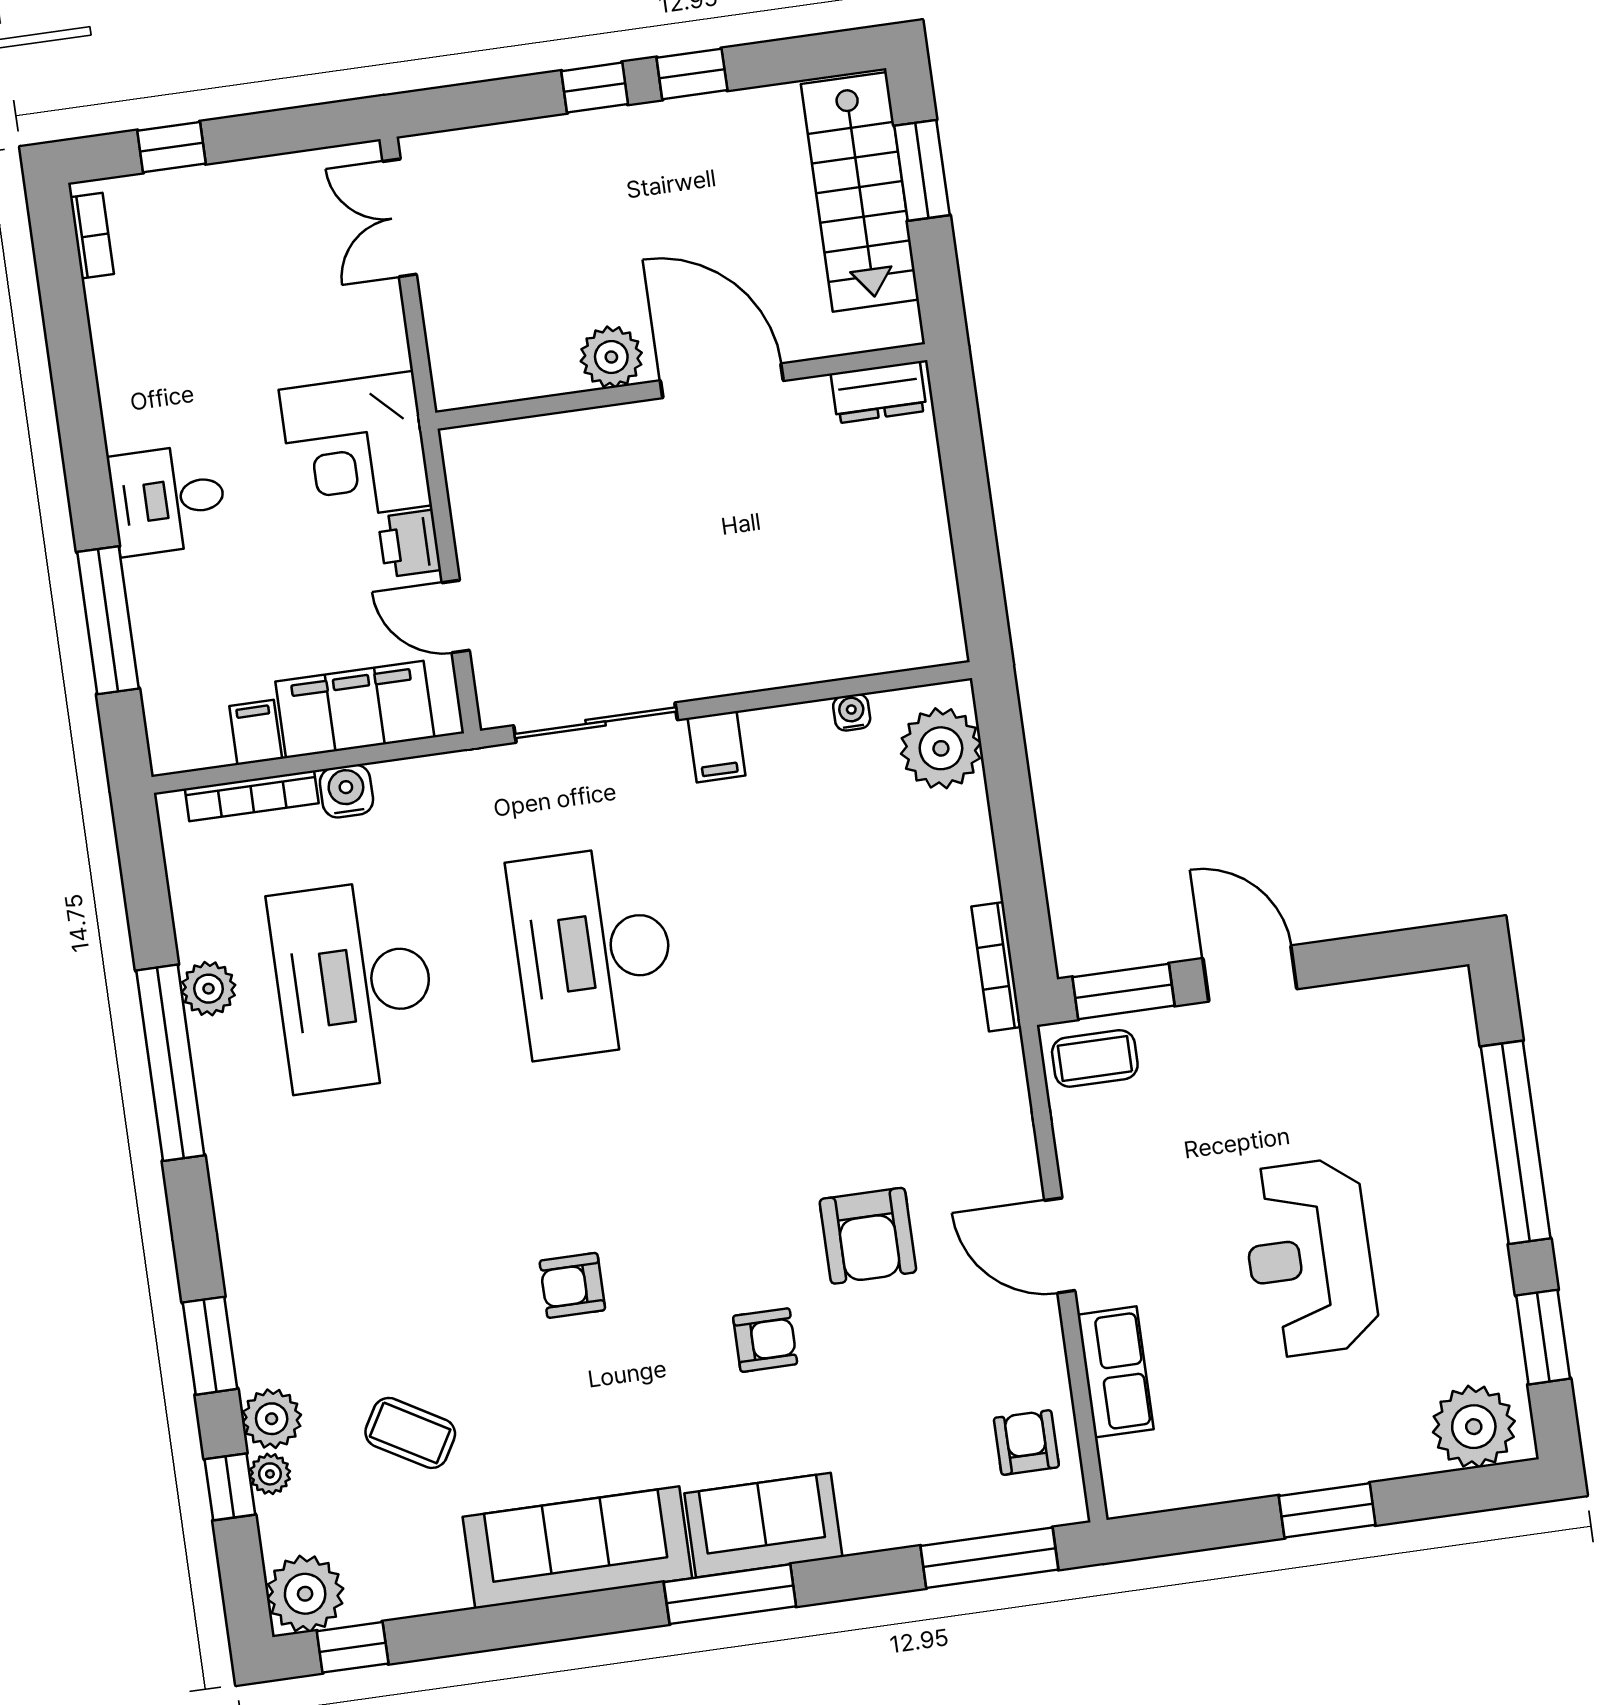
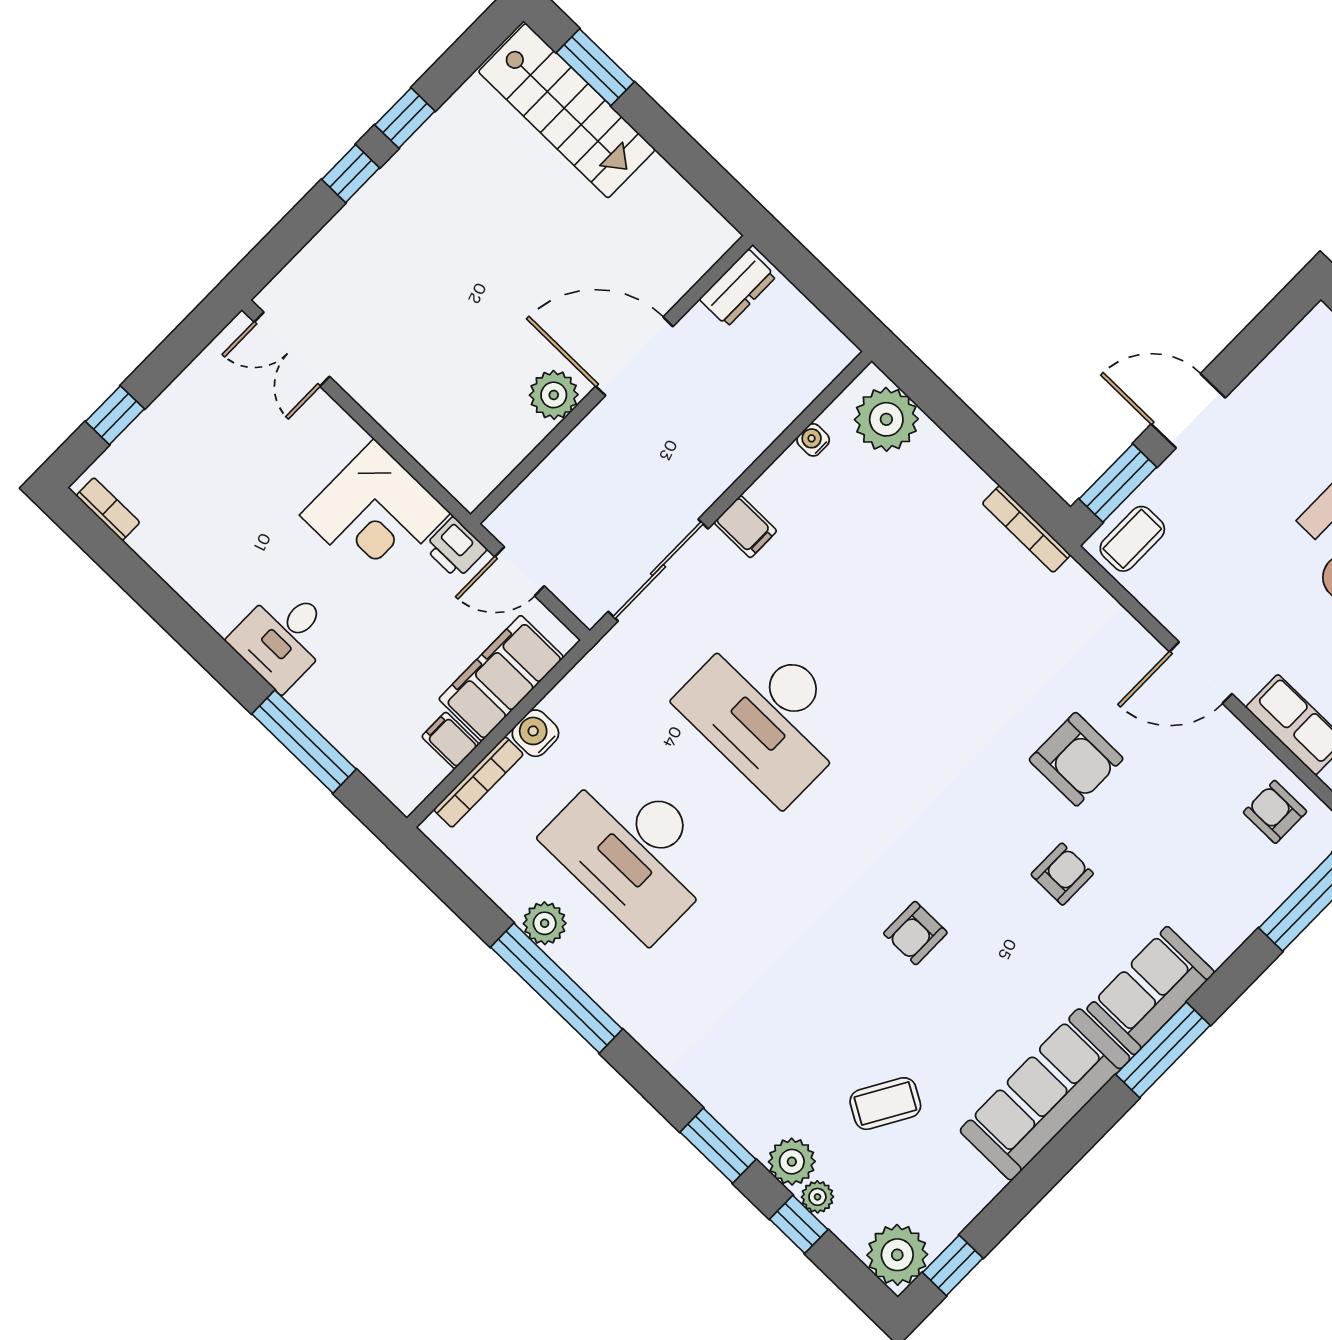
plant: (611, 357) -> (554, 395), moved
door: (722, 381) -> (634, 356), moved
wall: (681, 386) -> (612, 380), moved
dresser: (879, 392) -> (738, 288), moved

